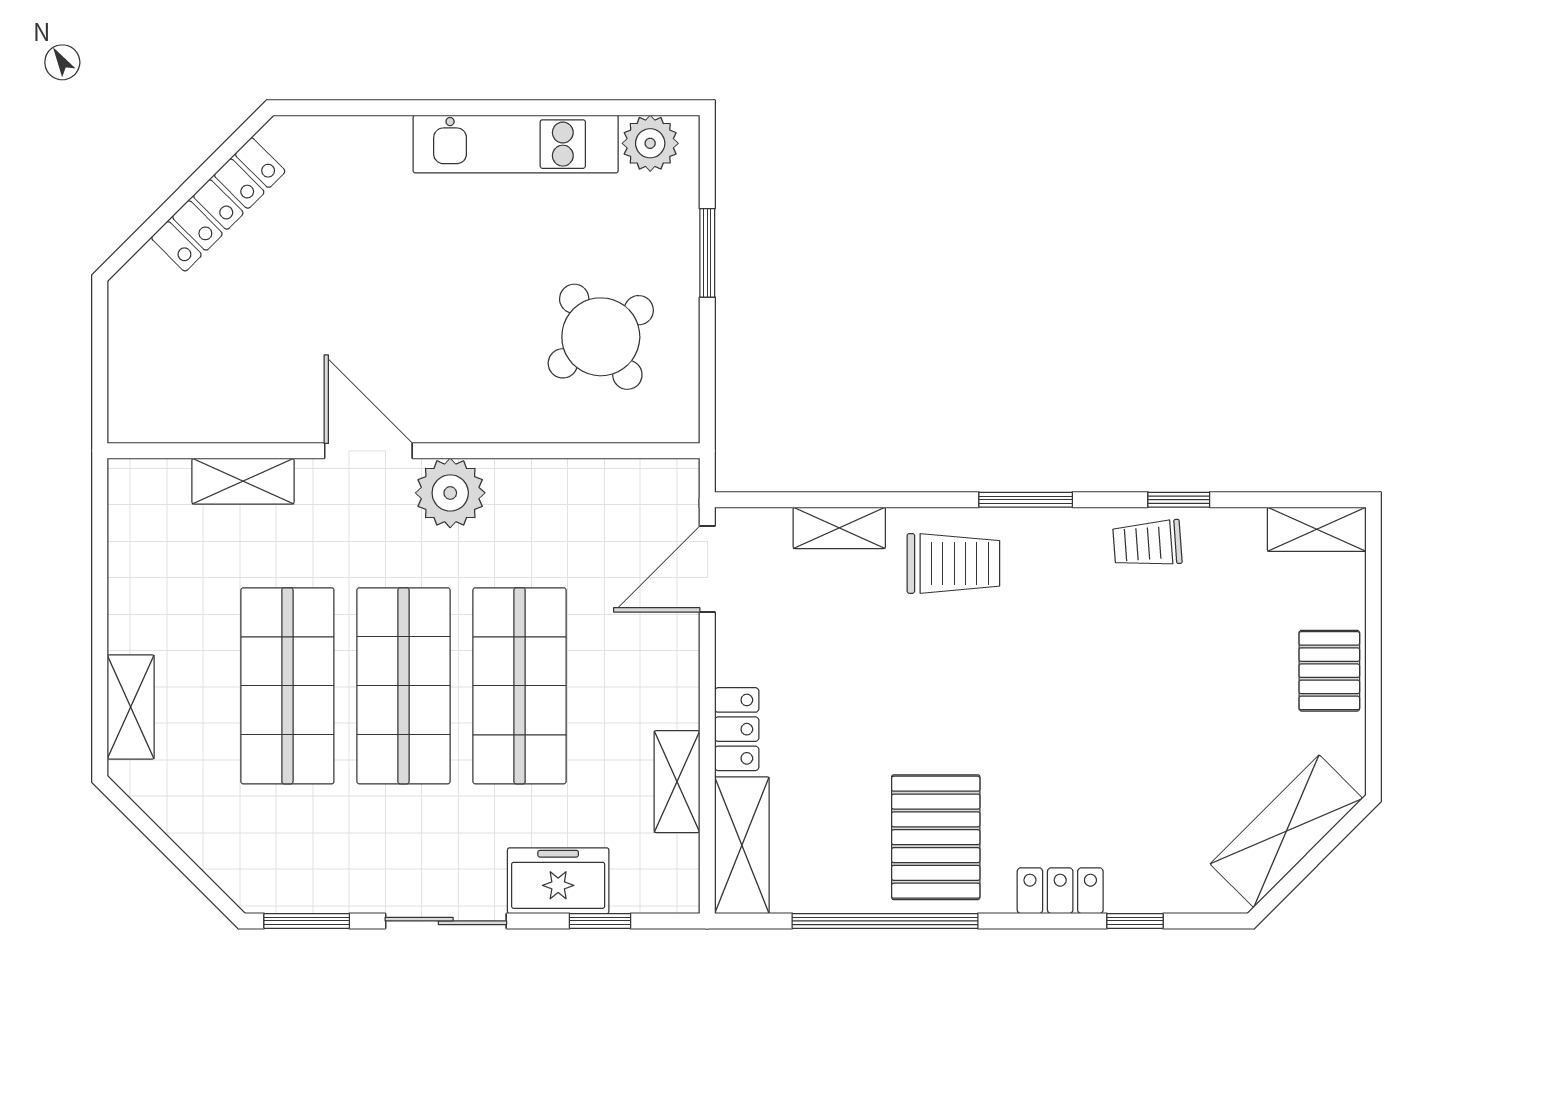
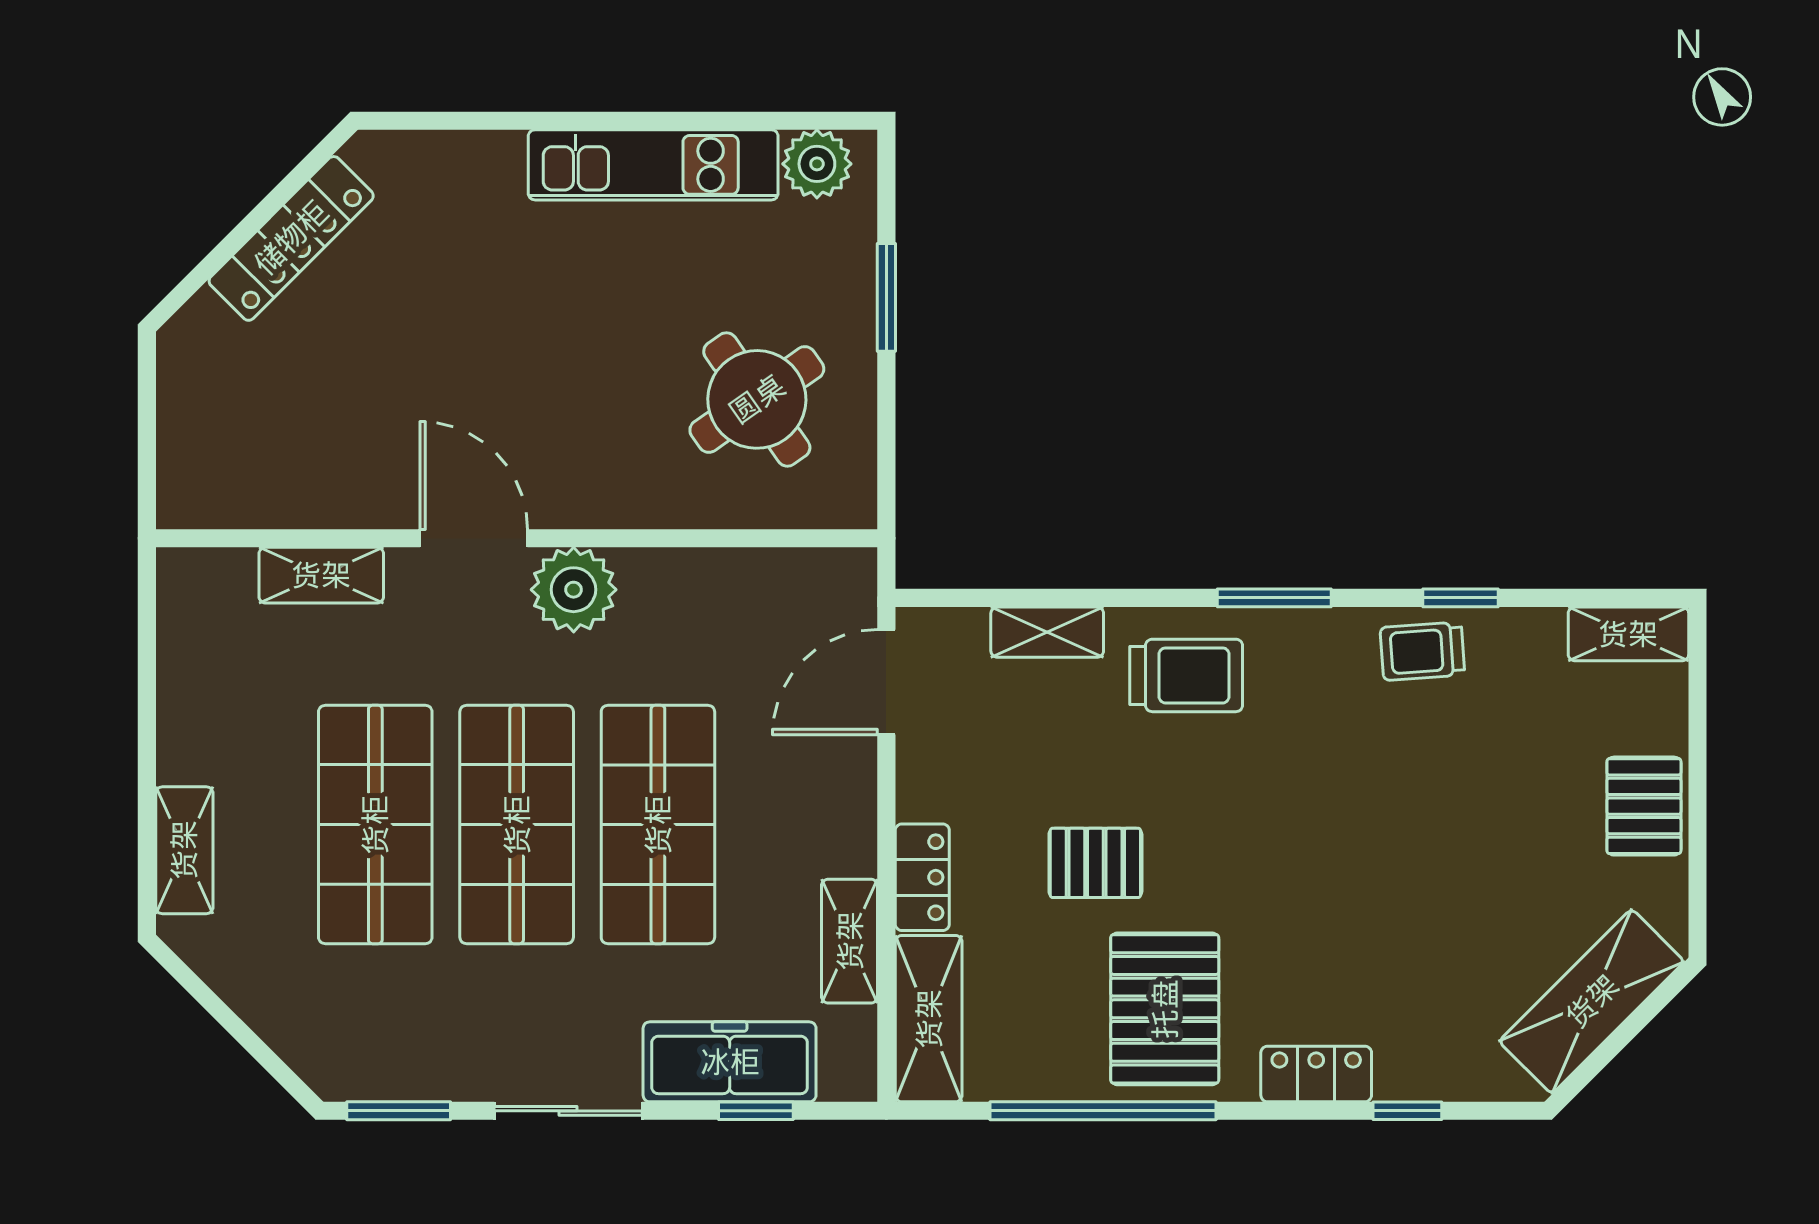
pallet: (879, 717) -> (1095, 863), added
freezer: (558, 881) -> (730, 1062), width x1.40

